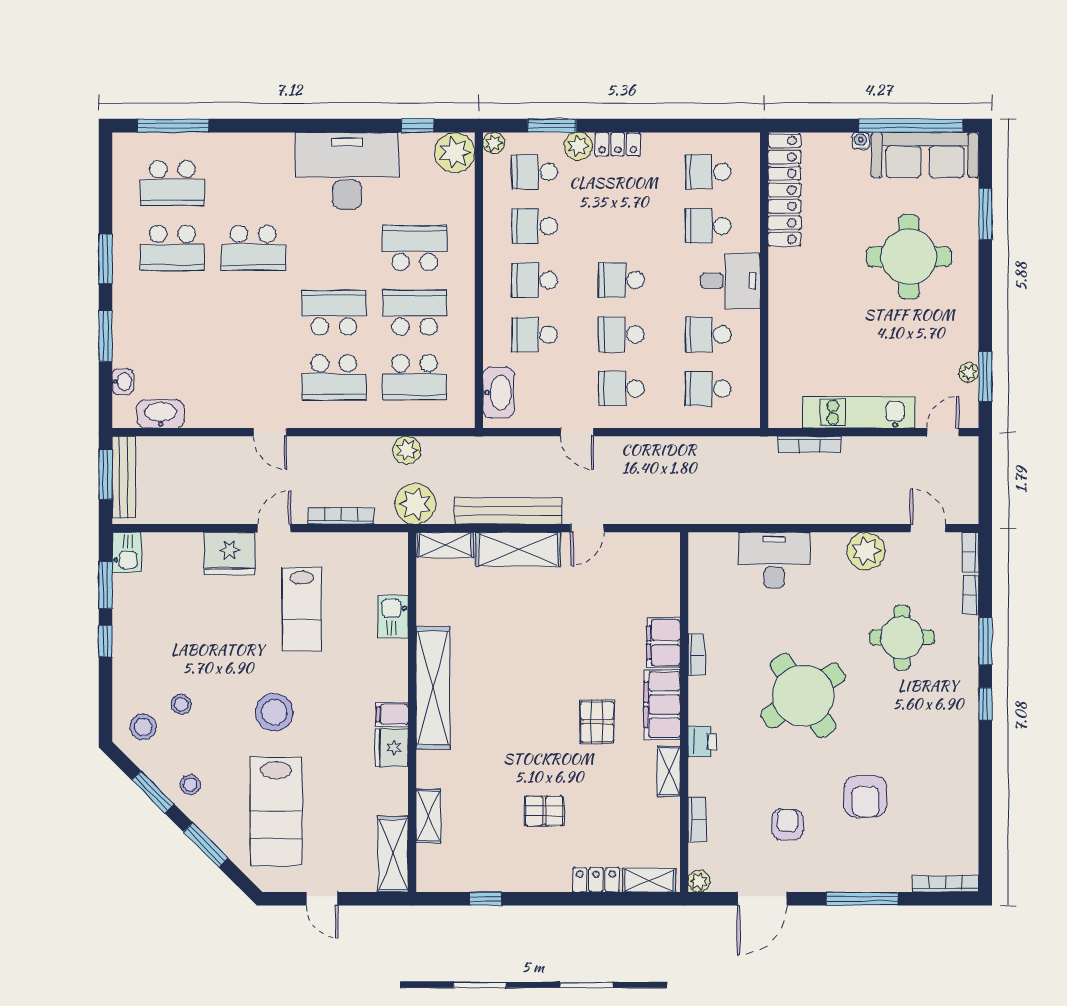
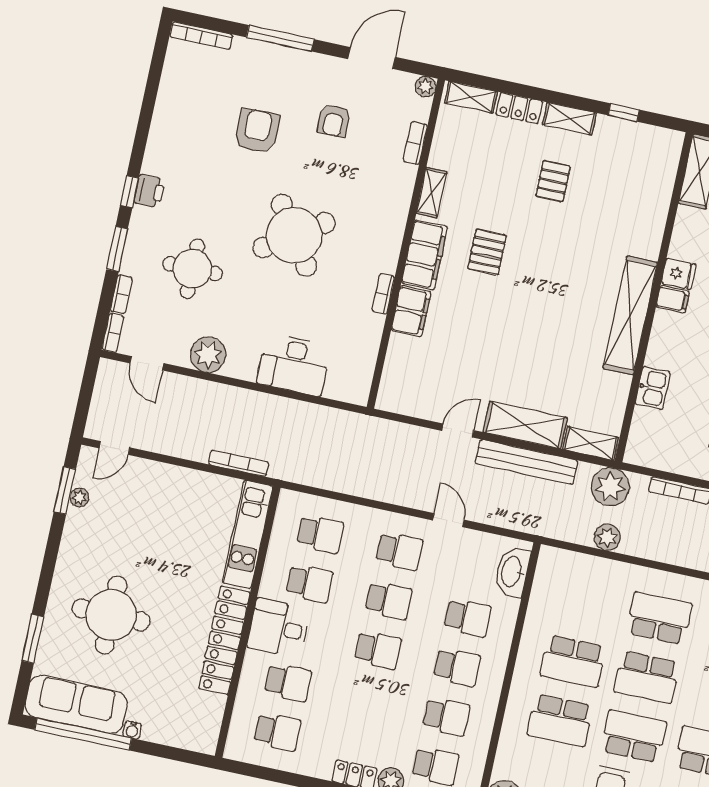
locker: (784, 190) -> (224, 640), moved
school desk: (415, 377) -> (634, 736), moved
kitchen unit: (859, 412) -> (248, 534), moved, turned 90
printer: (702, 741) -> (150, 191), moved, turned 180
fridge: (392, 748) -> (679, 274), width x0.72
pallet: (544, 811) -> (553, 181), turned 90
shelving: (428, 816) -> (569, 119), moved, turned 90

